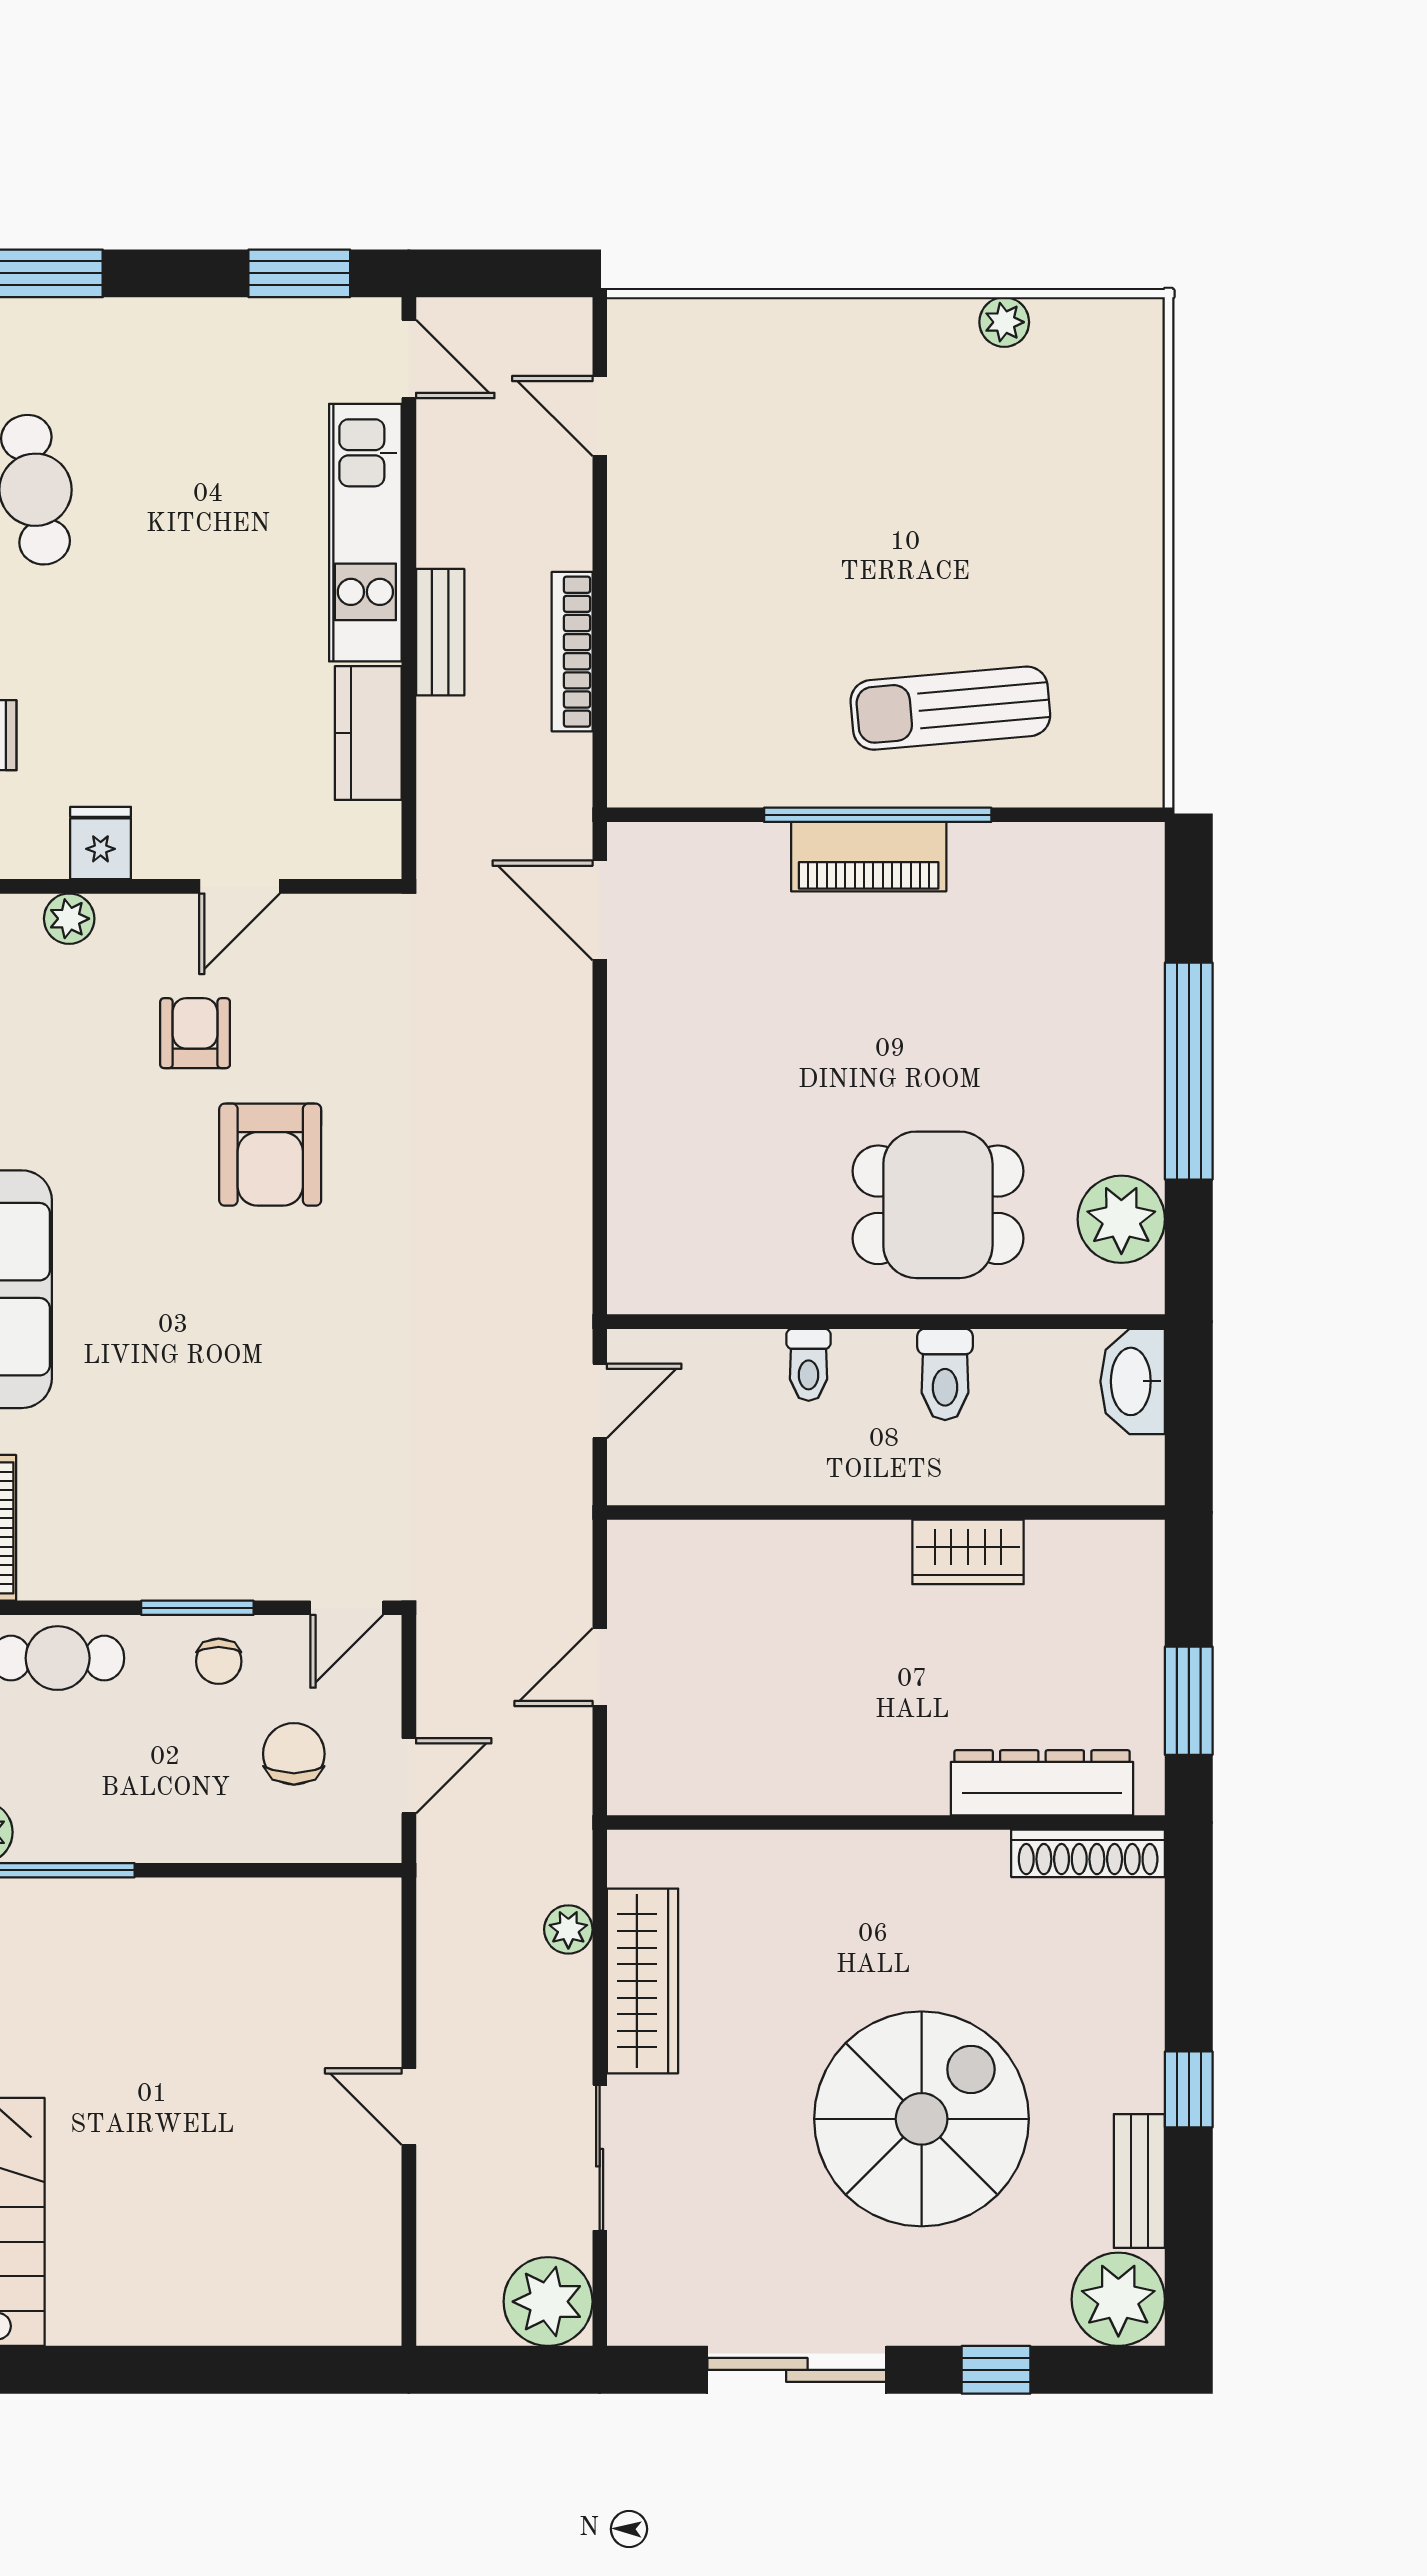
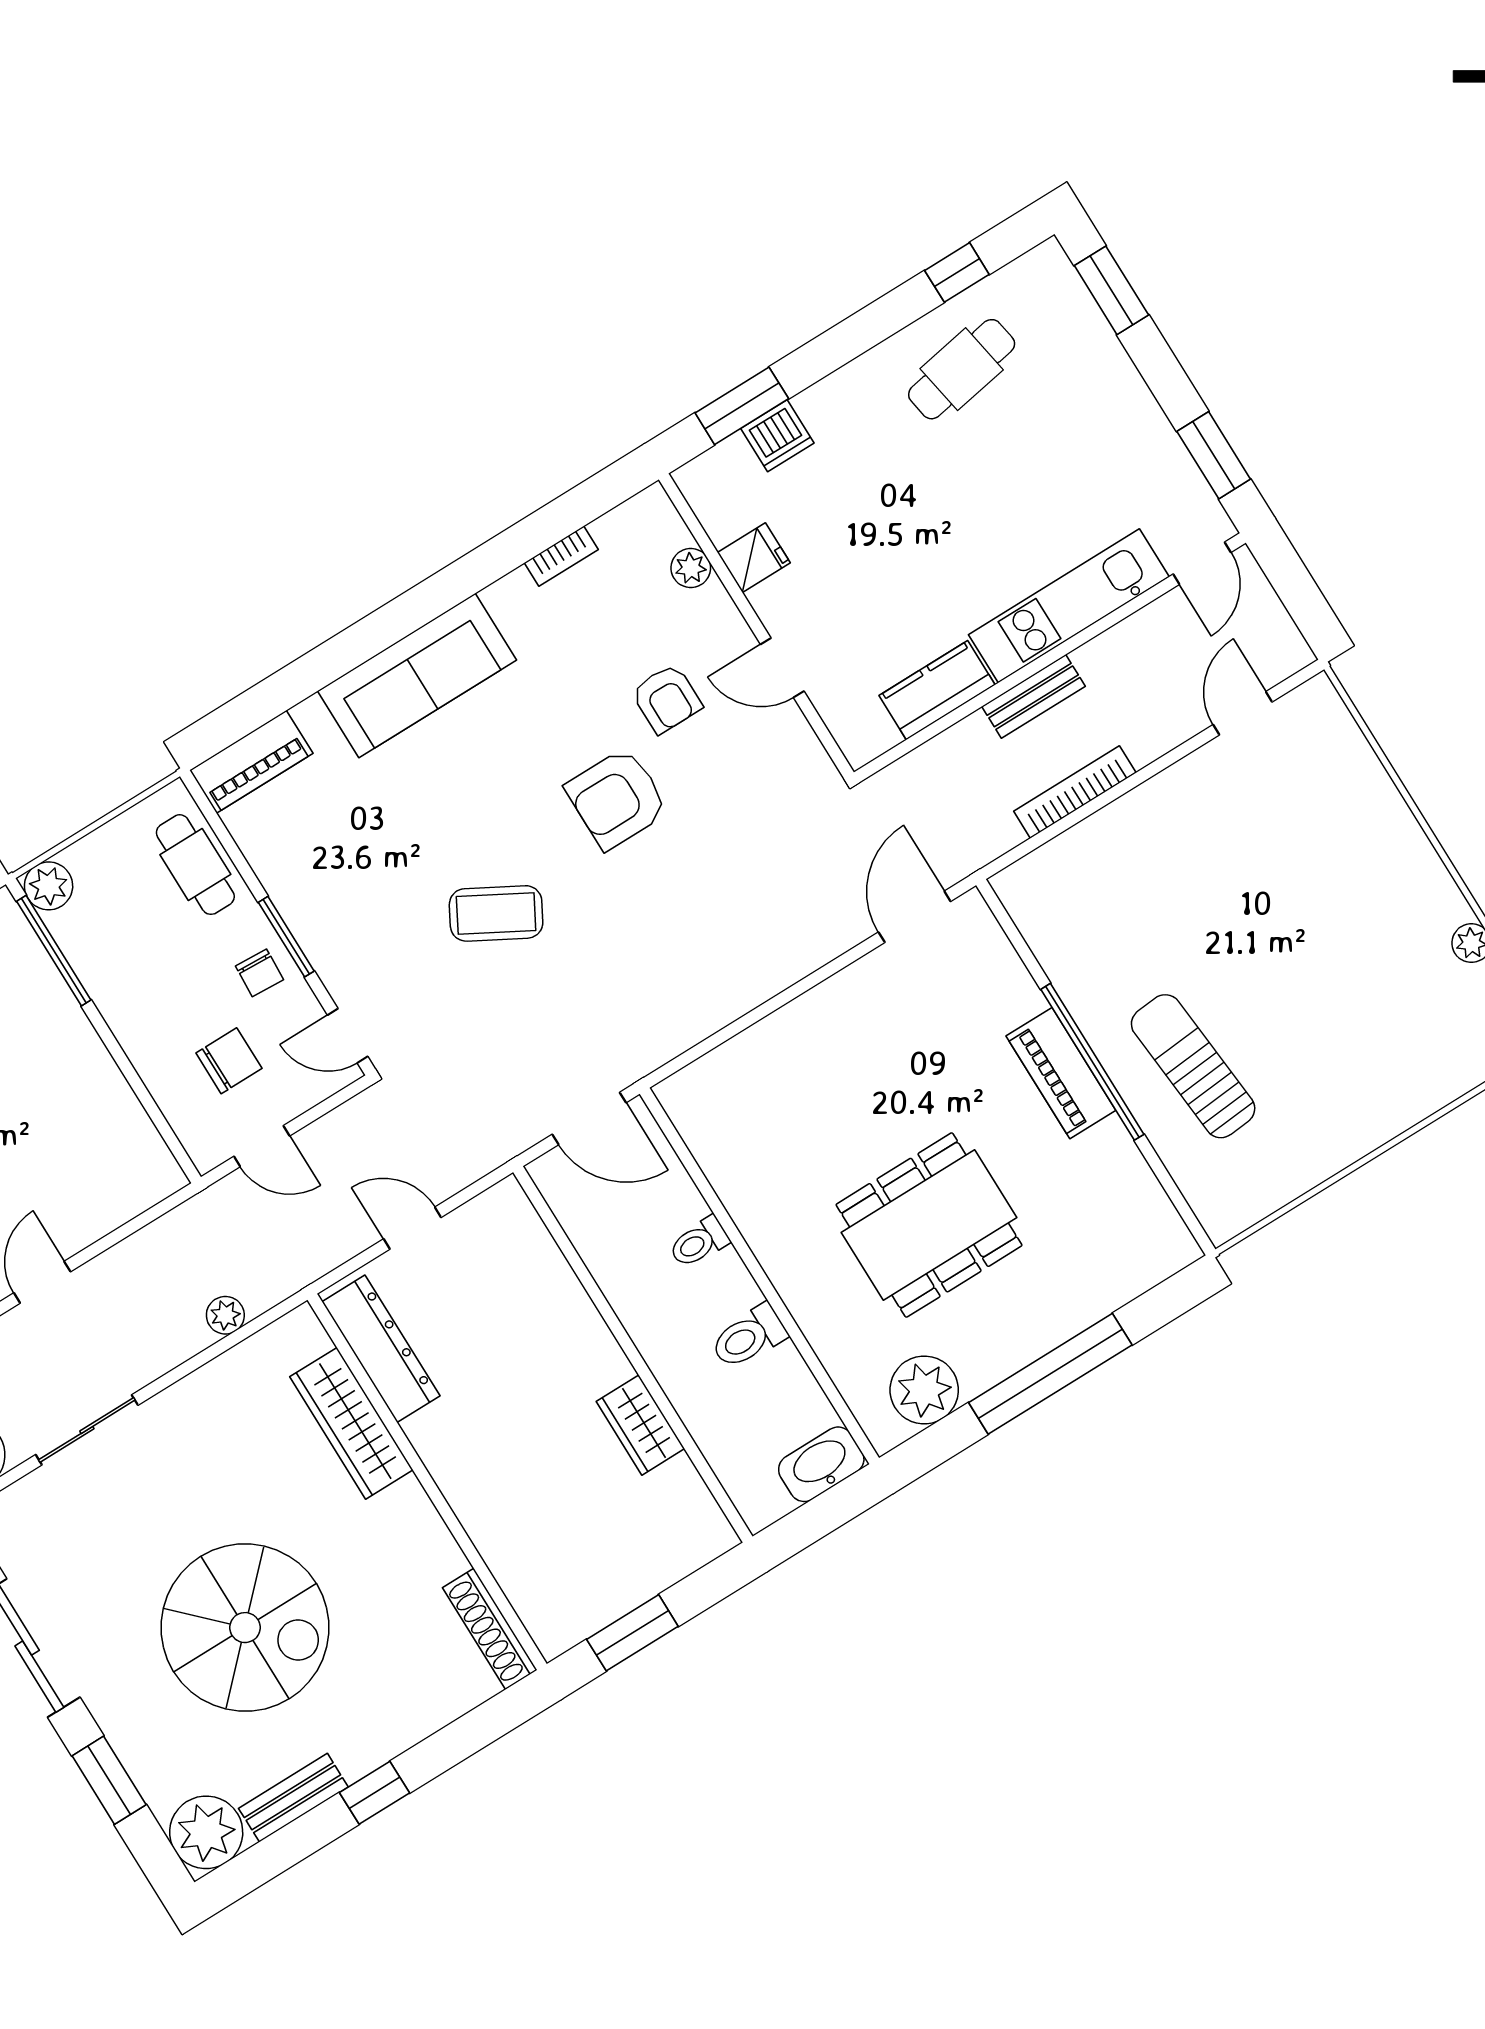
armchair: (195, 1033) -> (667, 699), turned 90
dining table: (938, 1205) -> (929, 1225), moved, width x1.38
coffee table: (314, 1364) -> (496, 913), added
door: (600, 1401) -> (589, 1118), width x1.37
chair: (219, 1661) -> (259, 973), turned -87
dresser: (1042, 1783) -> (381, 1349), moved
wardrobe: (643, 1981) -> (351, 1423), moved, turned 90
window: (996, 2370) -> (109, 1780), width x1.50

